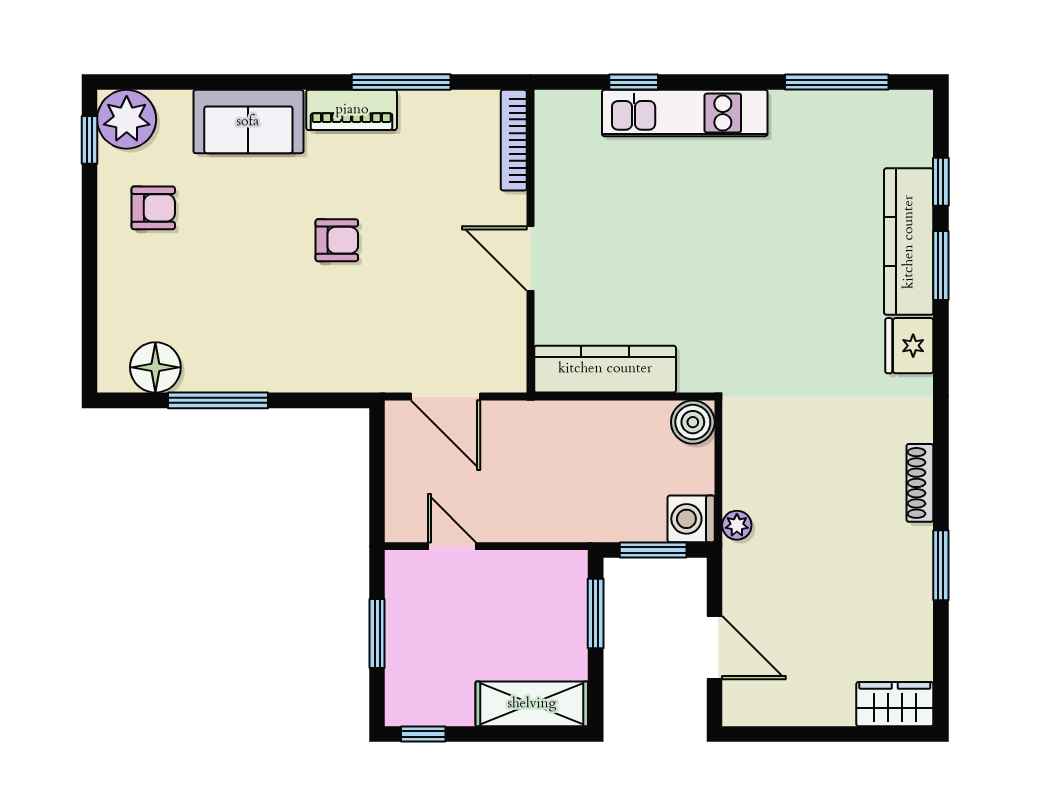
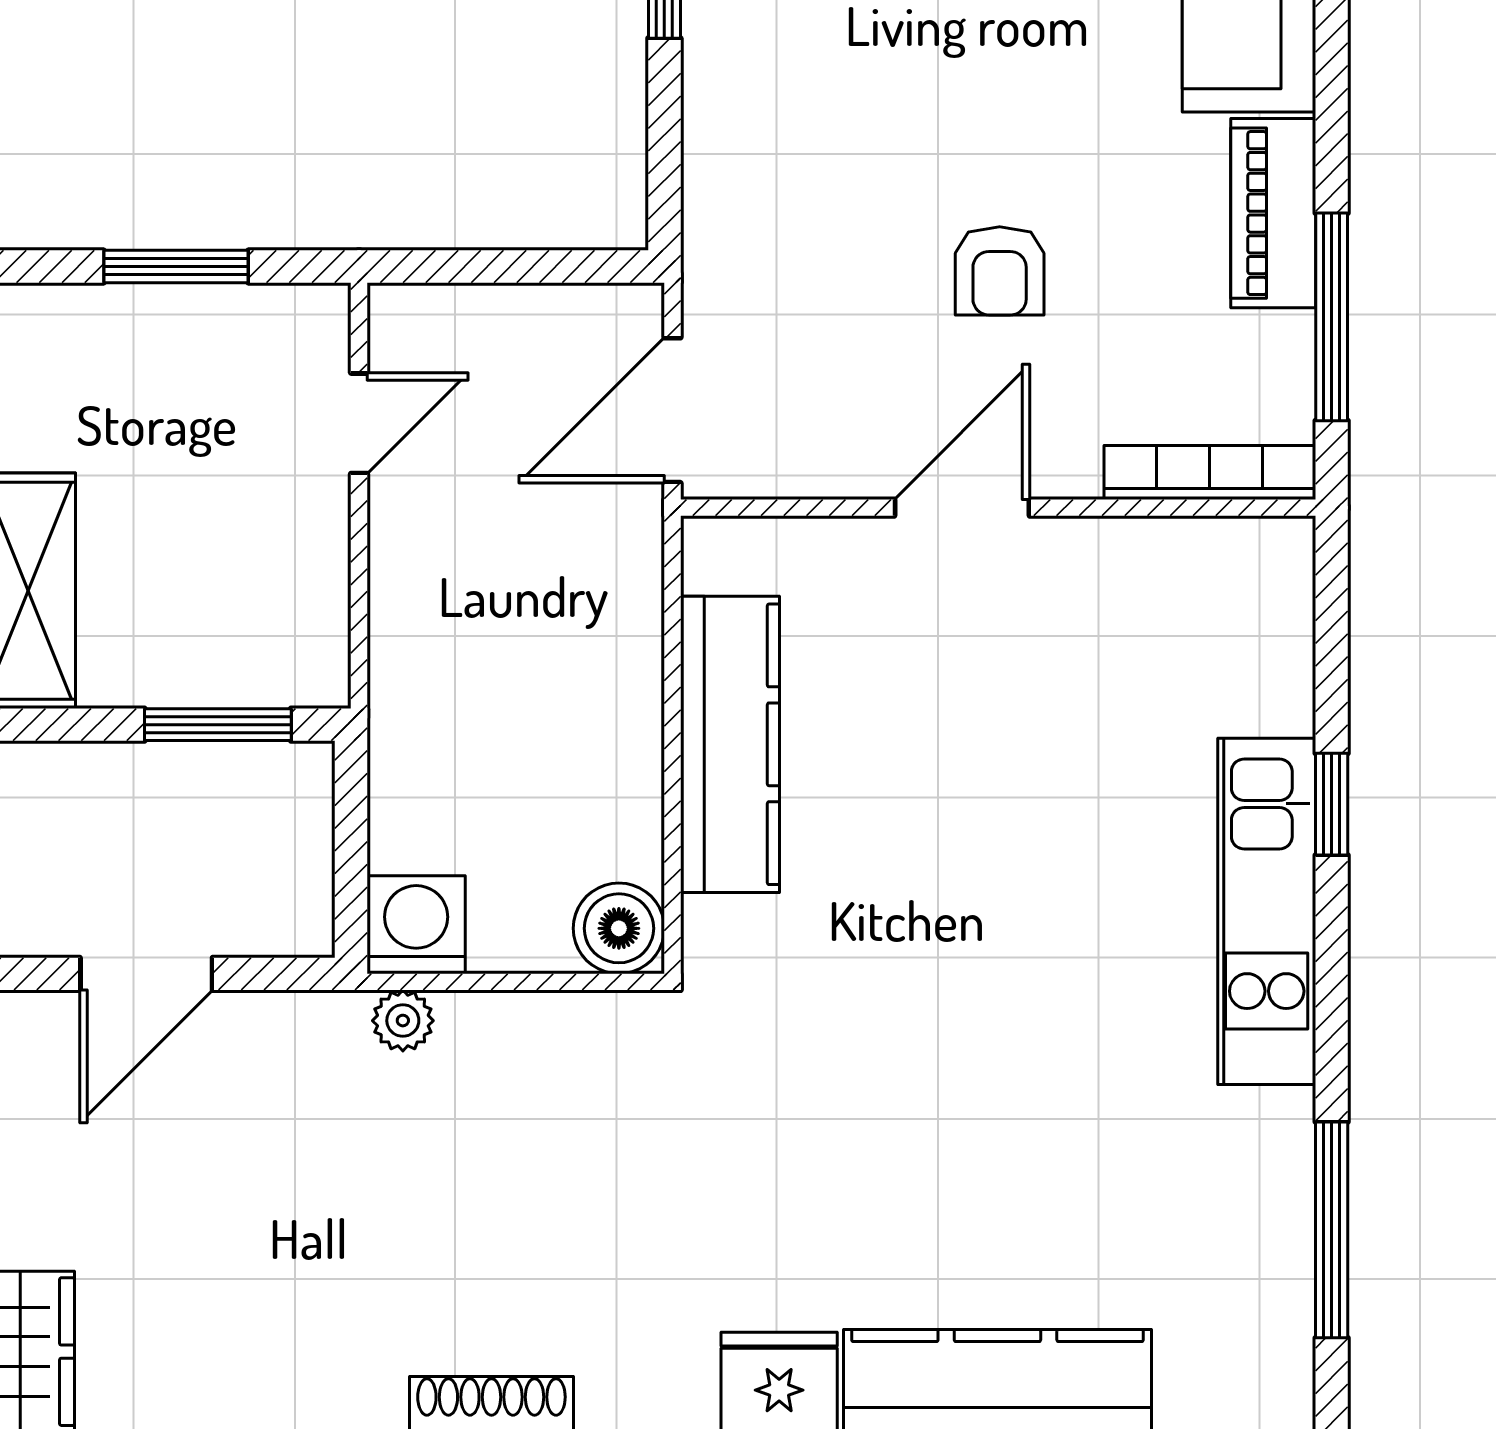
bookcase: (514, 140) -> (1210, 473), moved
armchair: (337, 240) -> (1000, 271), moved
wall: (530, 241) -> (998, 508), moved
door: (530, 258) -> (962, 508), moved
window: (653, 550) -> (351, 845), removed

